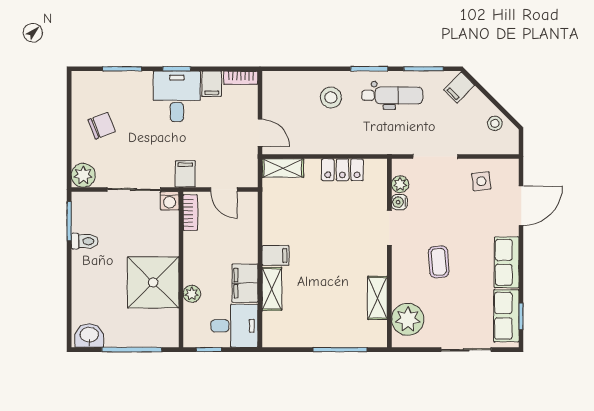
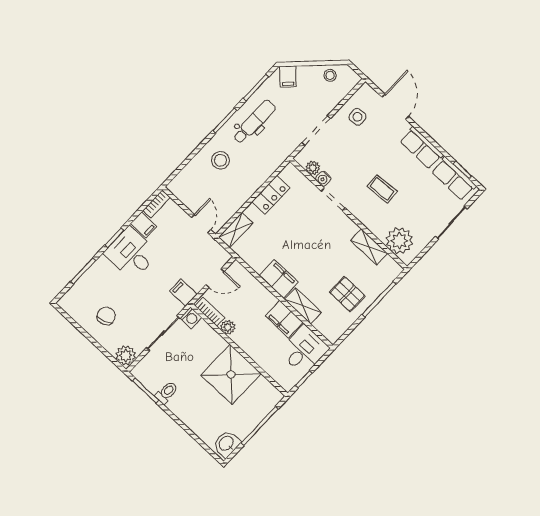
door: (260, 133) -> (201, 224), hinge flipped
filing cabinet: (275, 256) -> (279, 279), width x2.00
plant: (192, 294) -> (228, 327), moved
pallet: (319, 318) -> (347, 294), added

